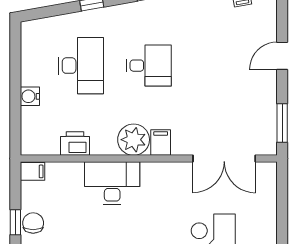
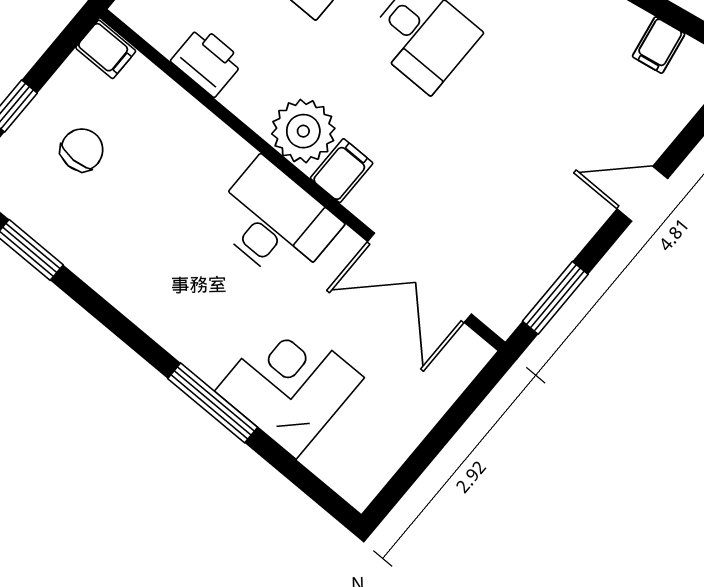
desk: (112, 183) -> (275, 222), moved
chair: (33, 223) -> (82, 150), moved

